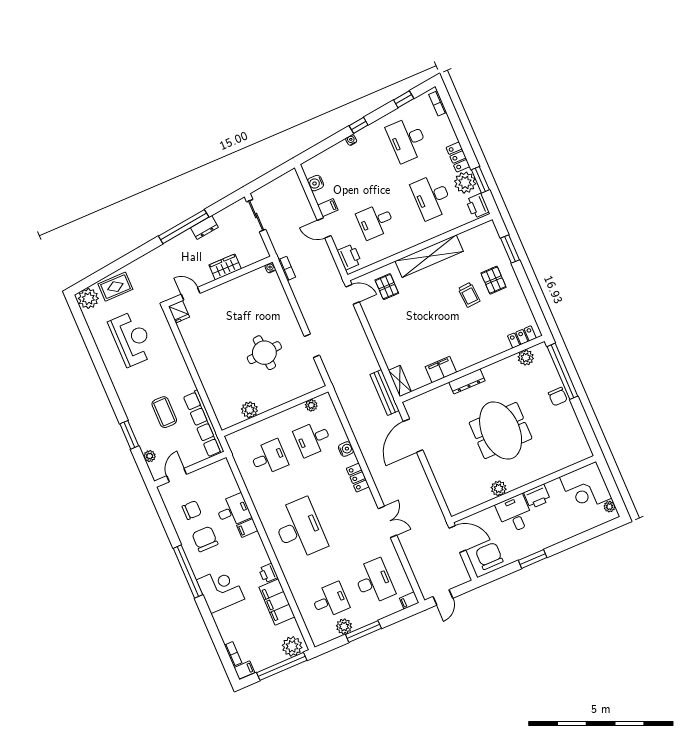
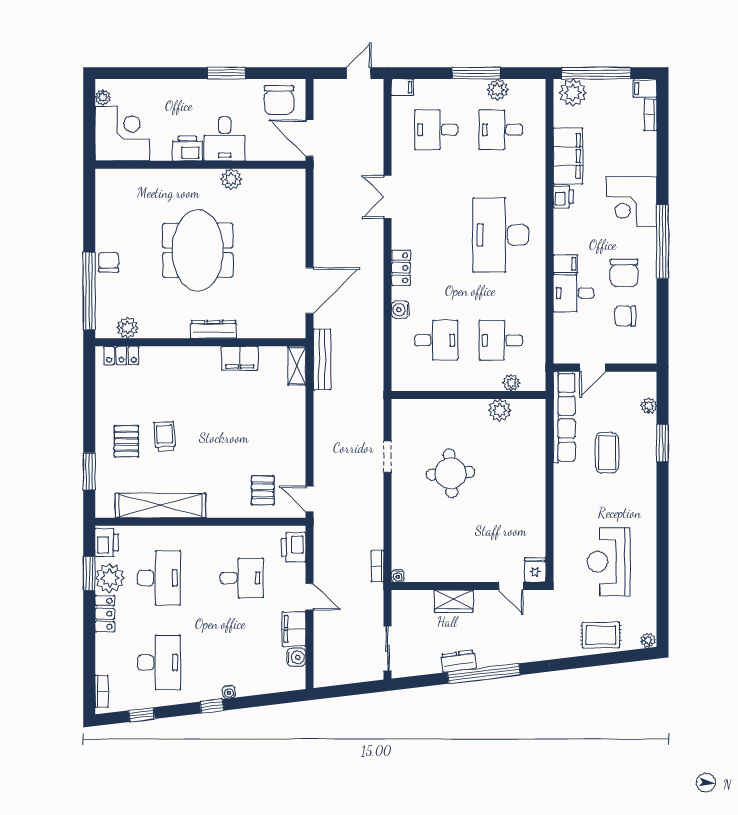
filing cabinet: (328, 208) -> (294, 629), width x2.00
shelving: (429, 256) -> (160, 505), moved
plant: (88, 298) -> (648, 640), width x0.53, depth x0.53
plant: (311, 405) -> (511, 383), moved
door: (177, 475) -> (593, 368), moved
desk: (374, 582) -> (436, 130), width x0.73

